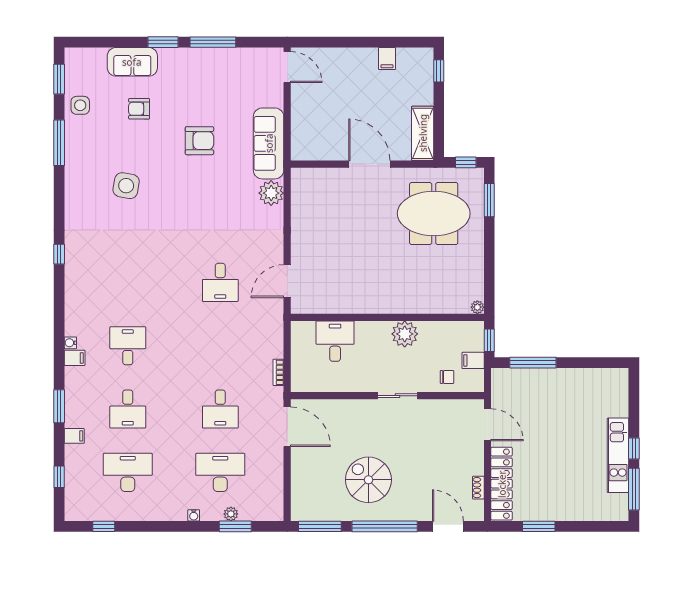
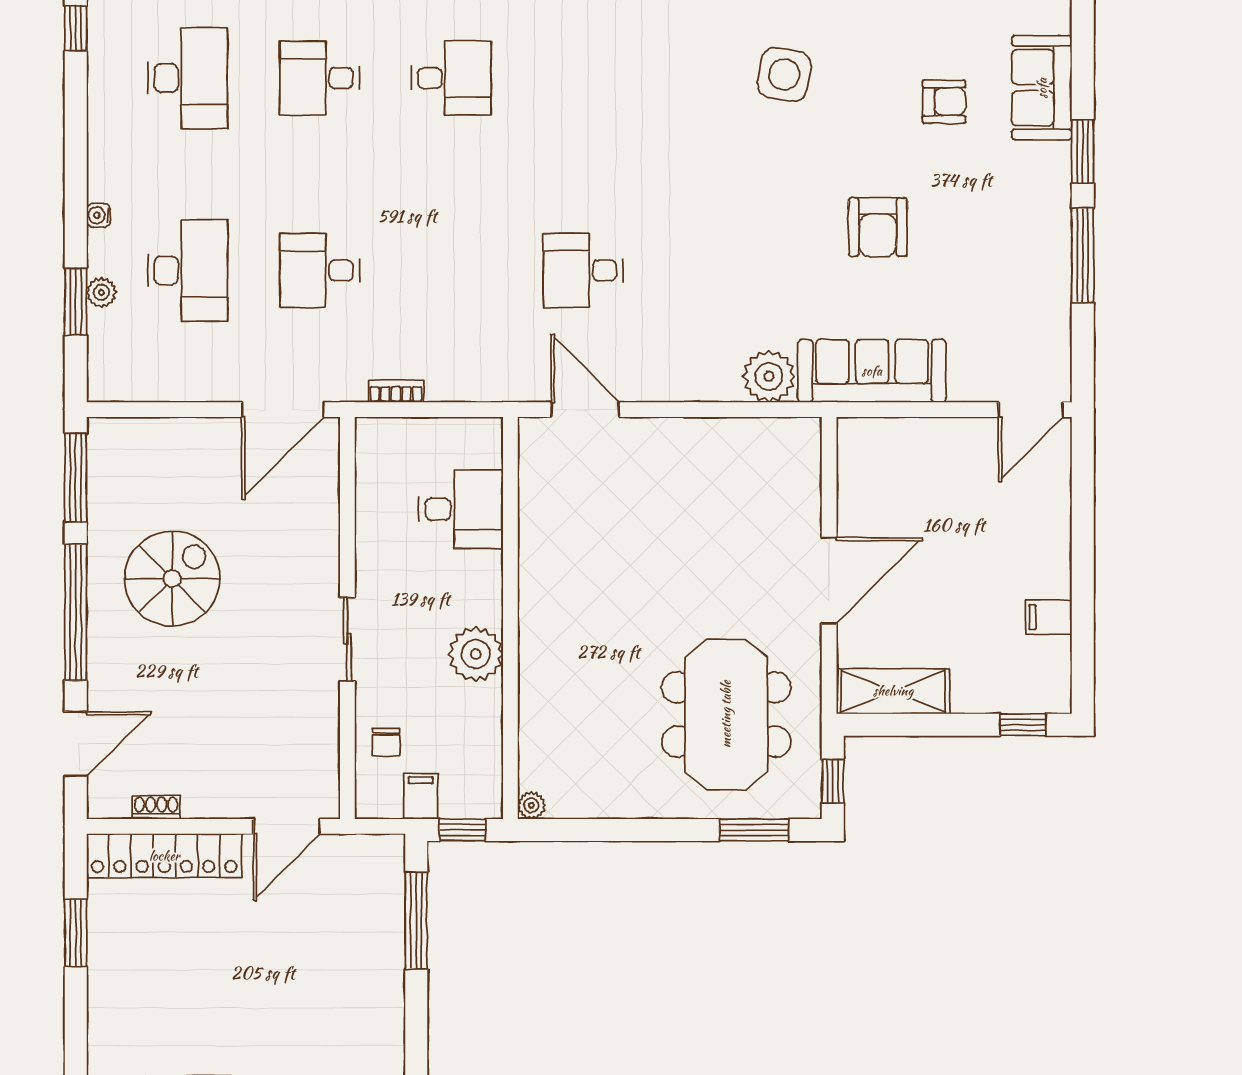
armchair: (139, 109) -> (944, 102), turned 90

